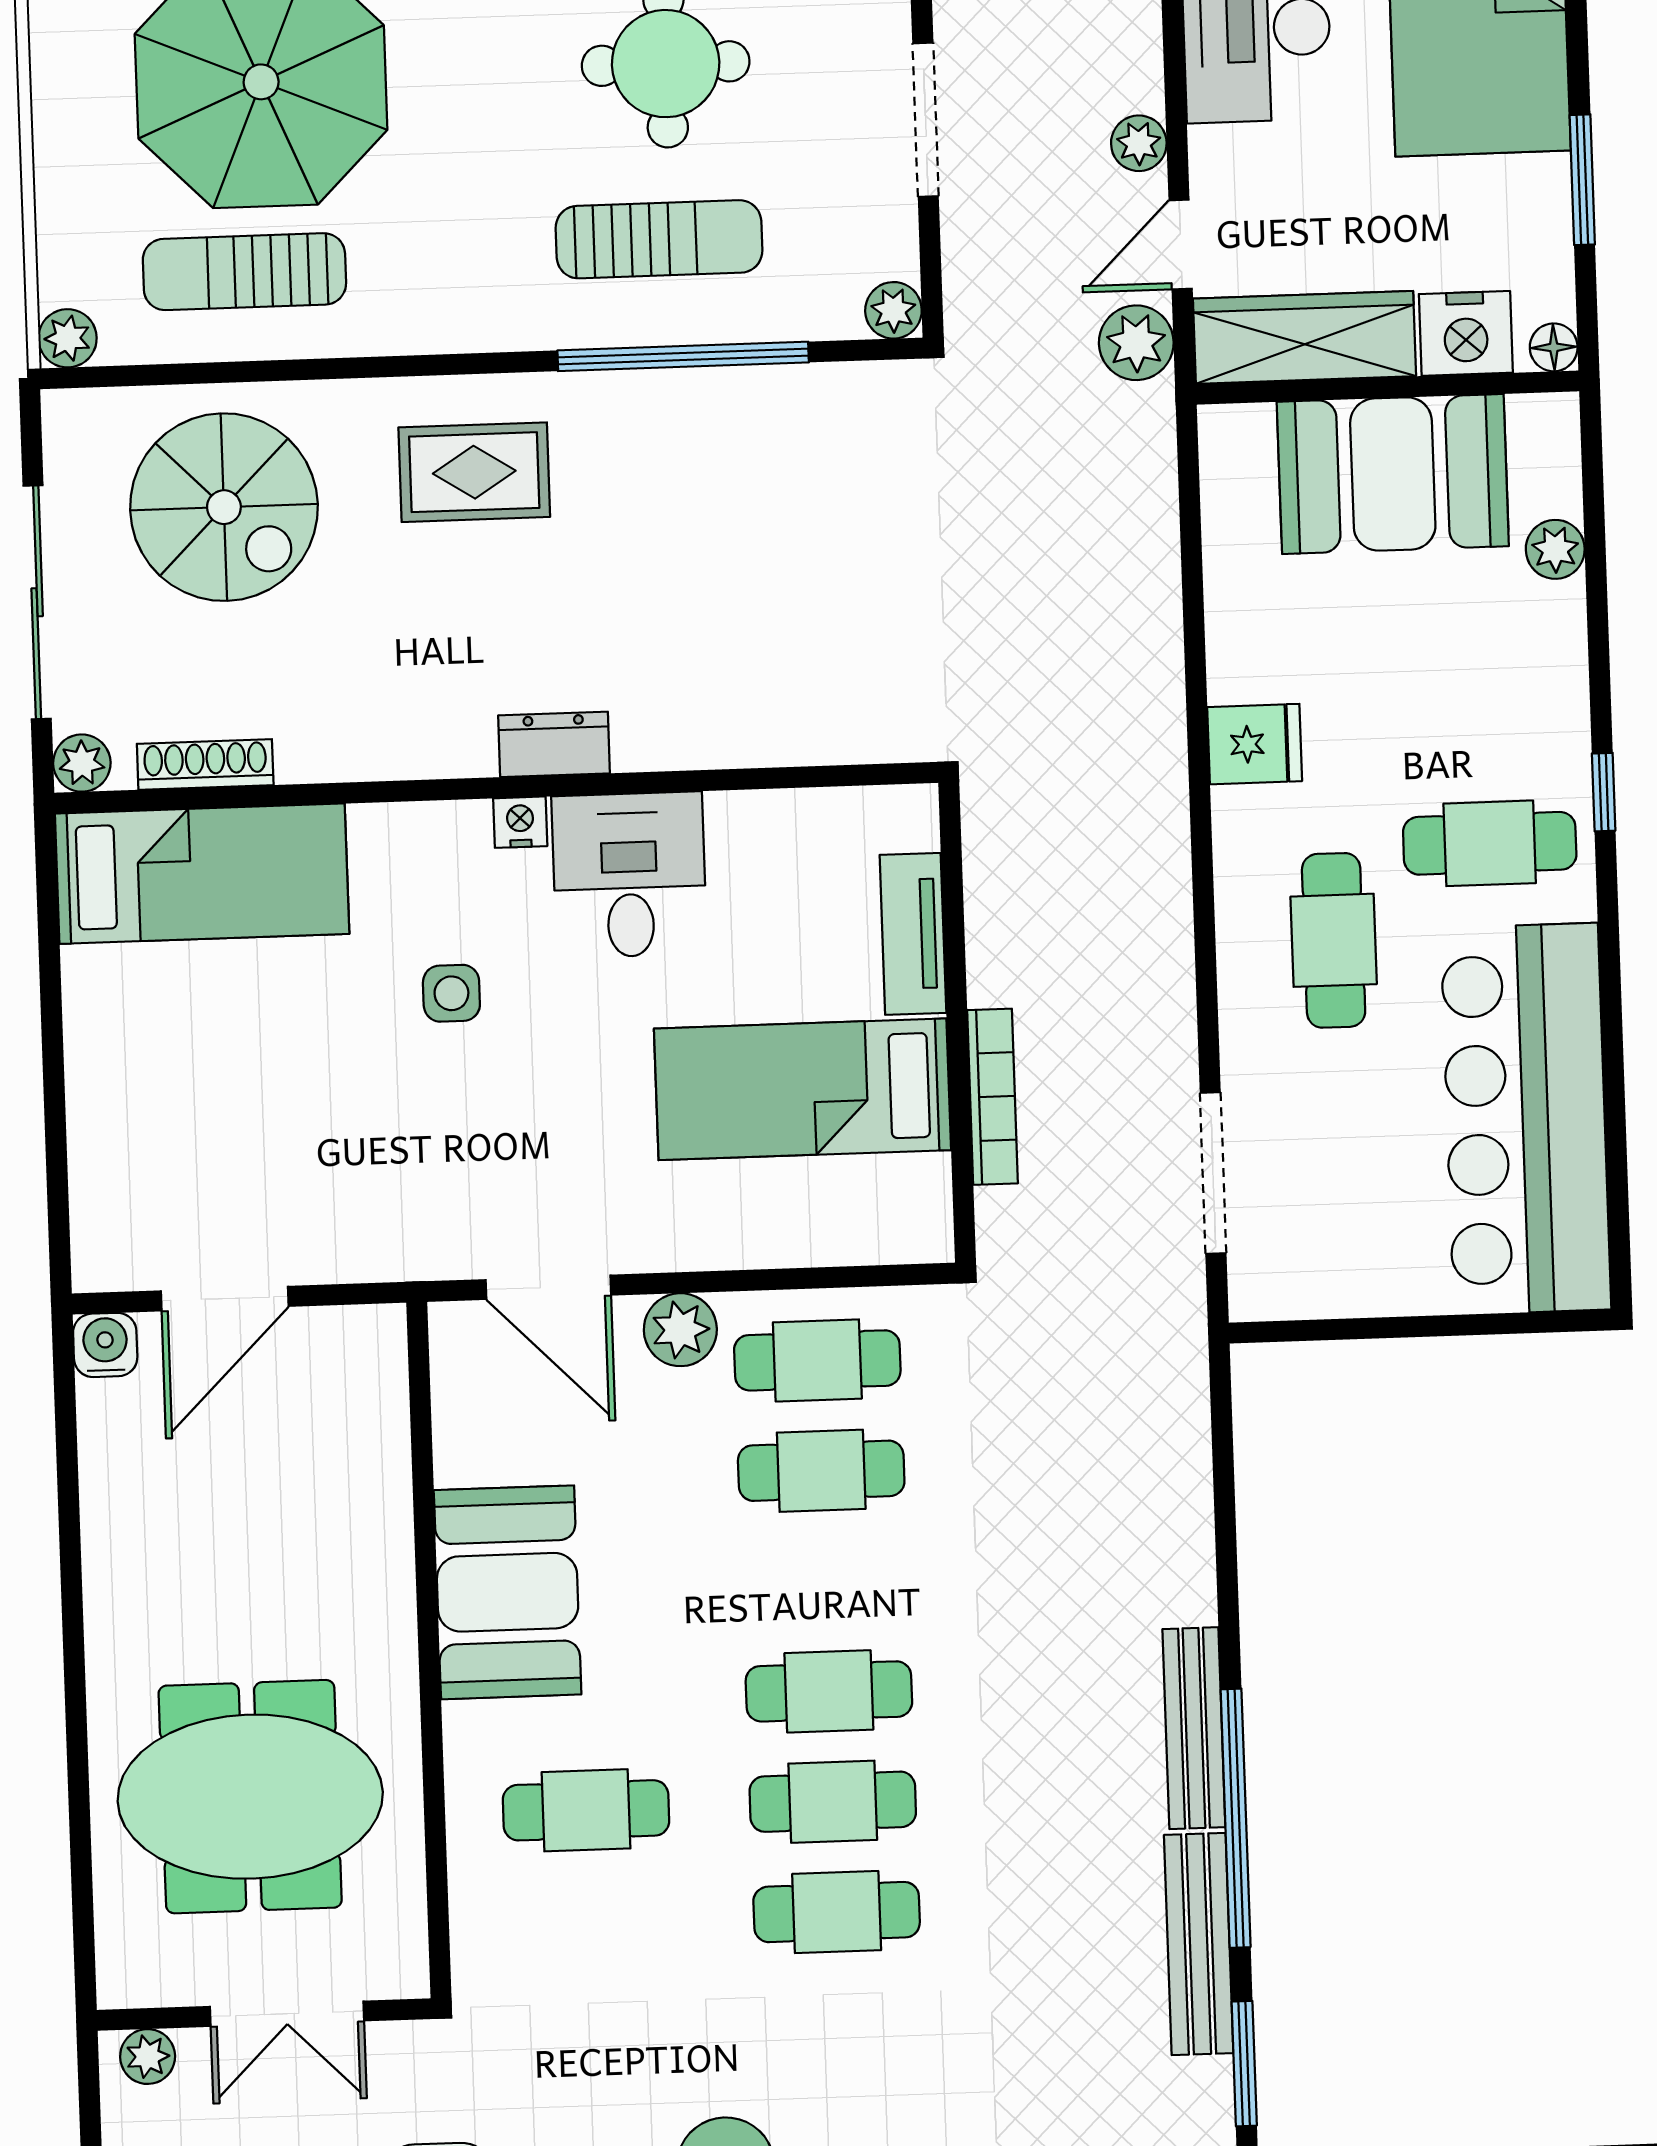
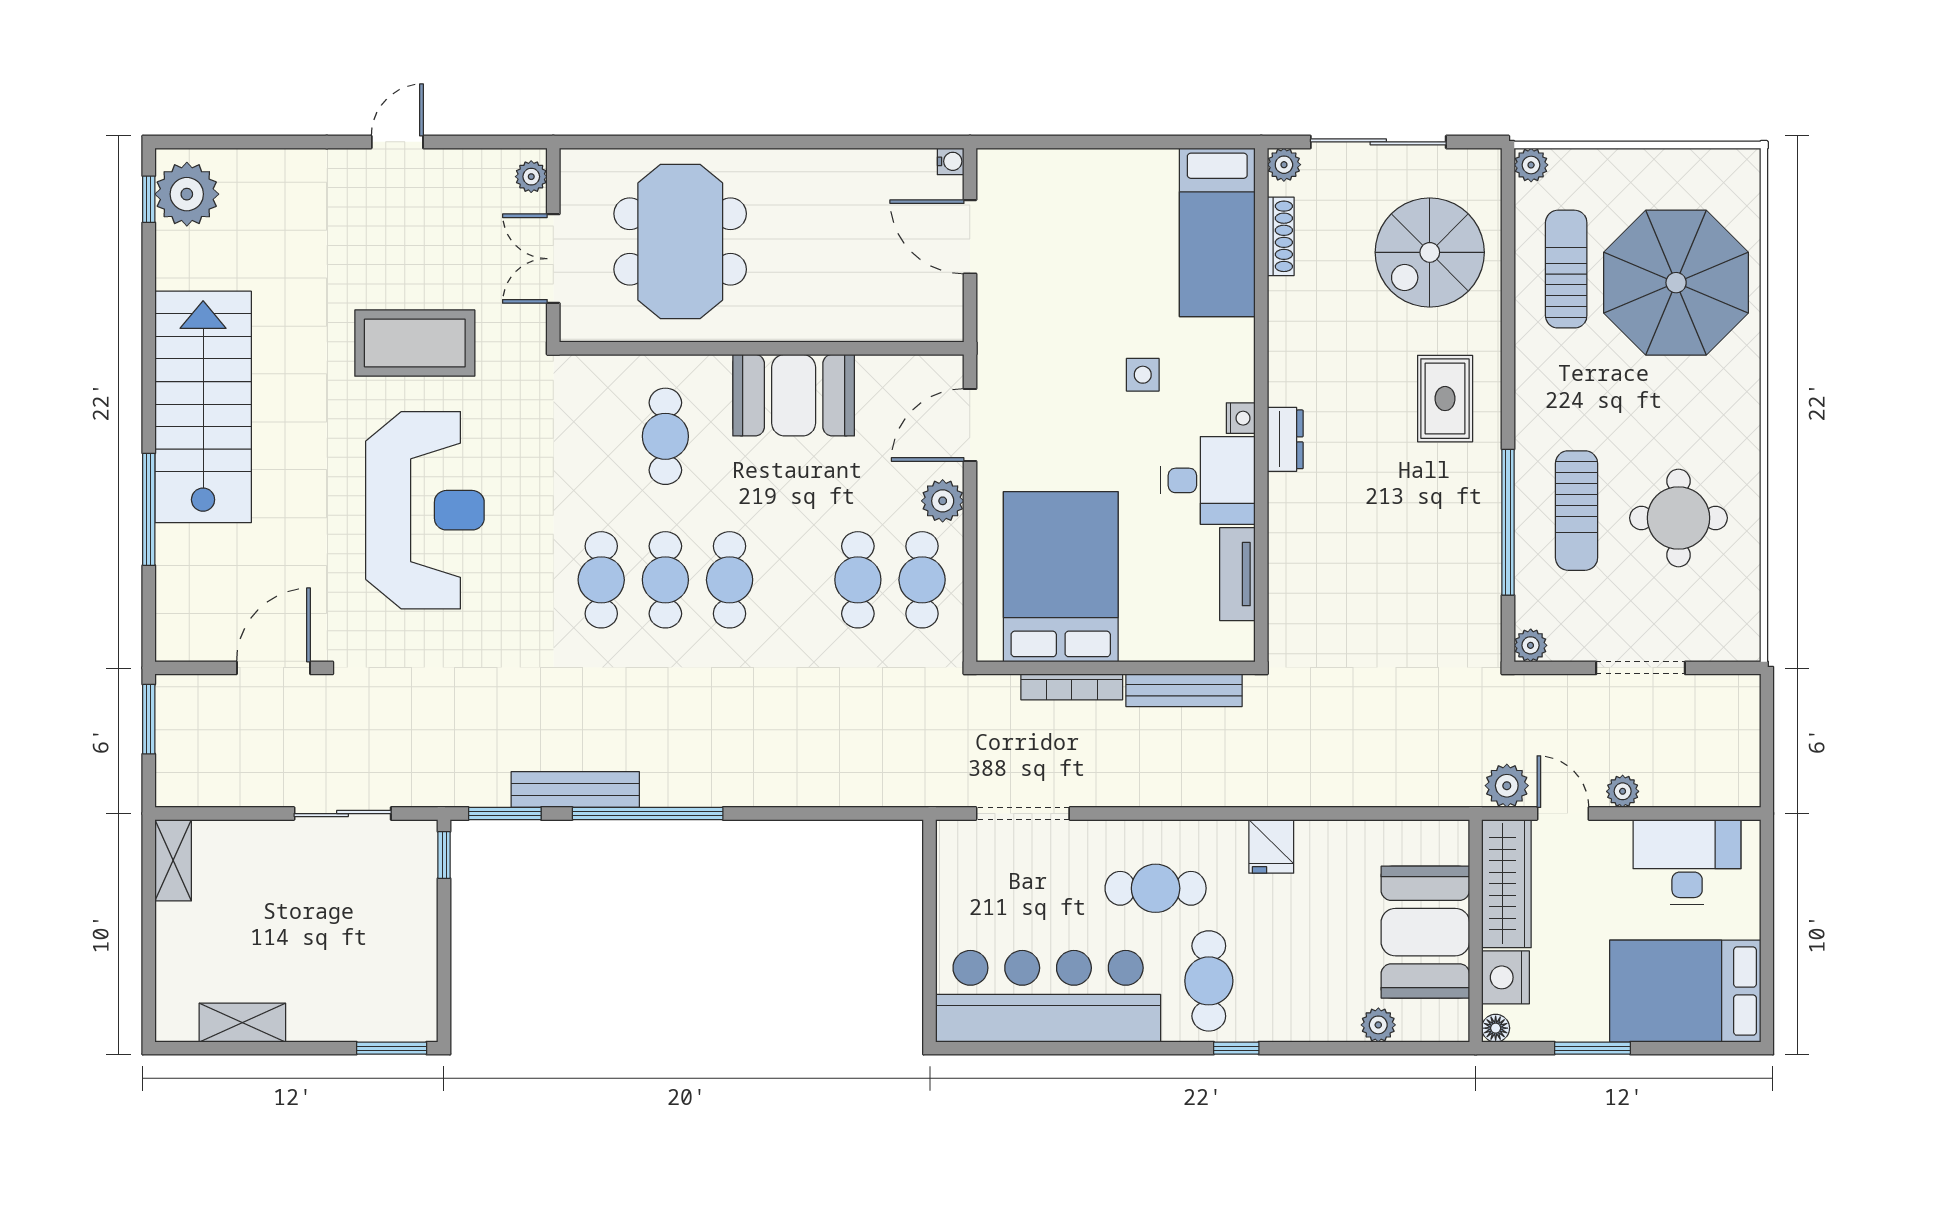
tv unit: (913, 934) -> (1237, 574), moved, turned -90
bed: (803, 1089) -> (1061, 577), width x1.50
water cooler: (105, 1345) -> (951, 161), width x0.72, depth x0.72
bench: (1194, 1728) -> (1184, 690), moved

